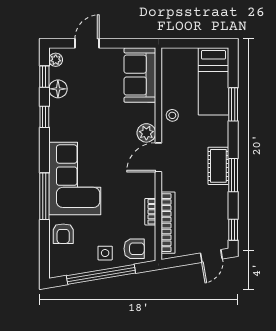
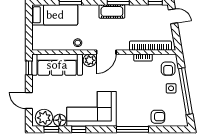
window: (135, 43) -> (29, 68), added
plant: (56, 60) -> (44, 118), width x1.87, depth x1.87
sofa: (140, 75) -> (57, 65), width x1.36
door: (158, 157) -> (106, 52), hinge flipped
corner sofa: (75, 179) -> (91, 109), moved
armchair: (134, 249) -> (168, 69), turned 180

